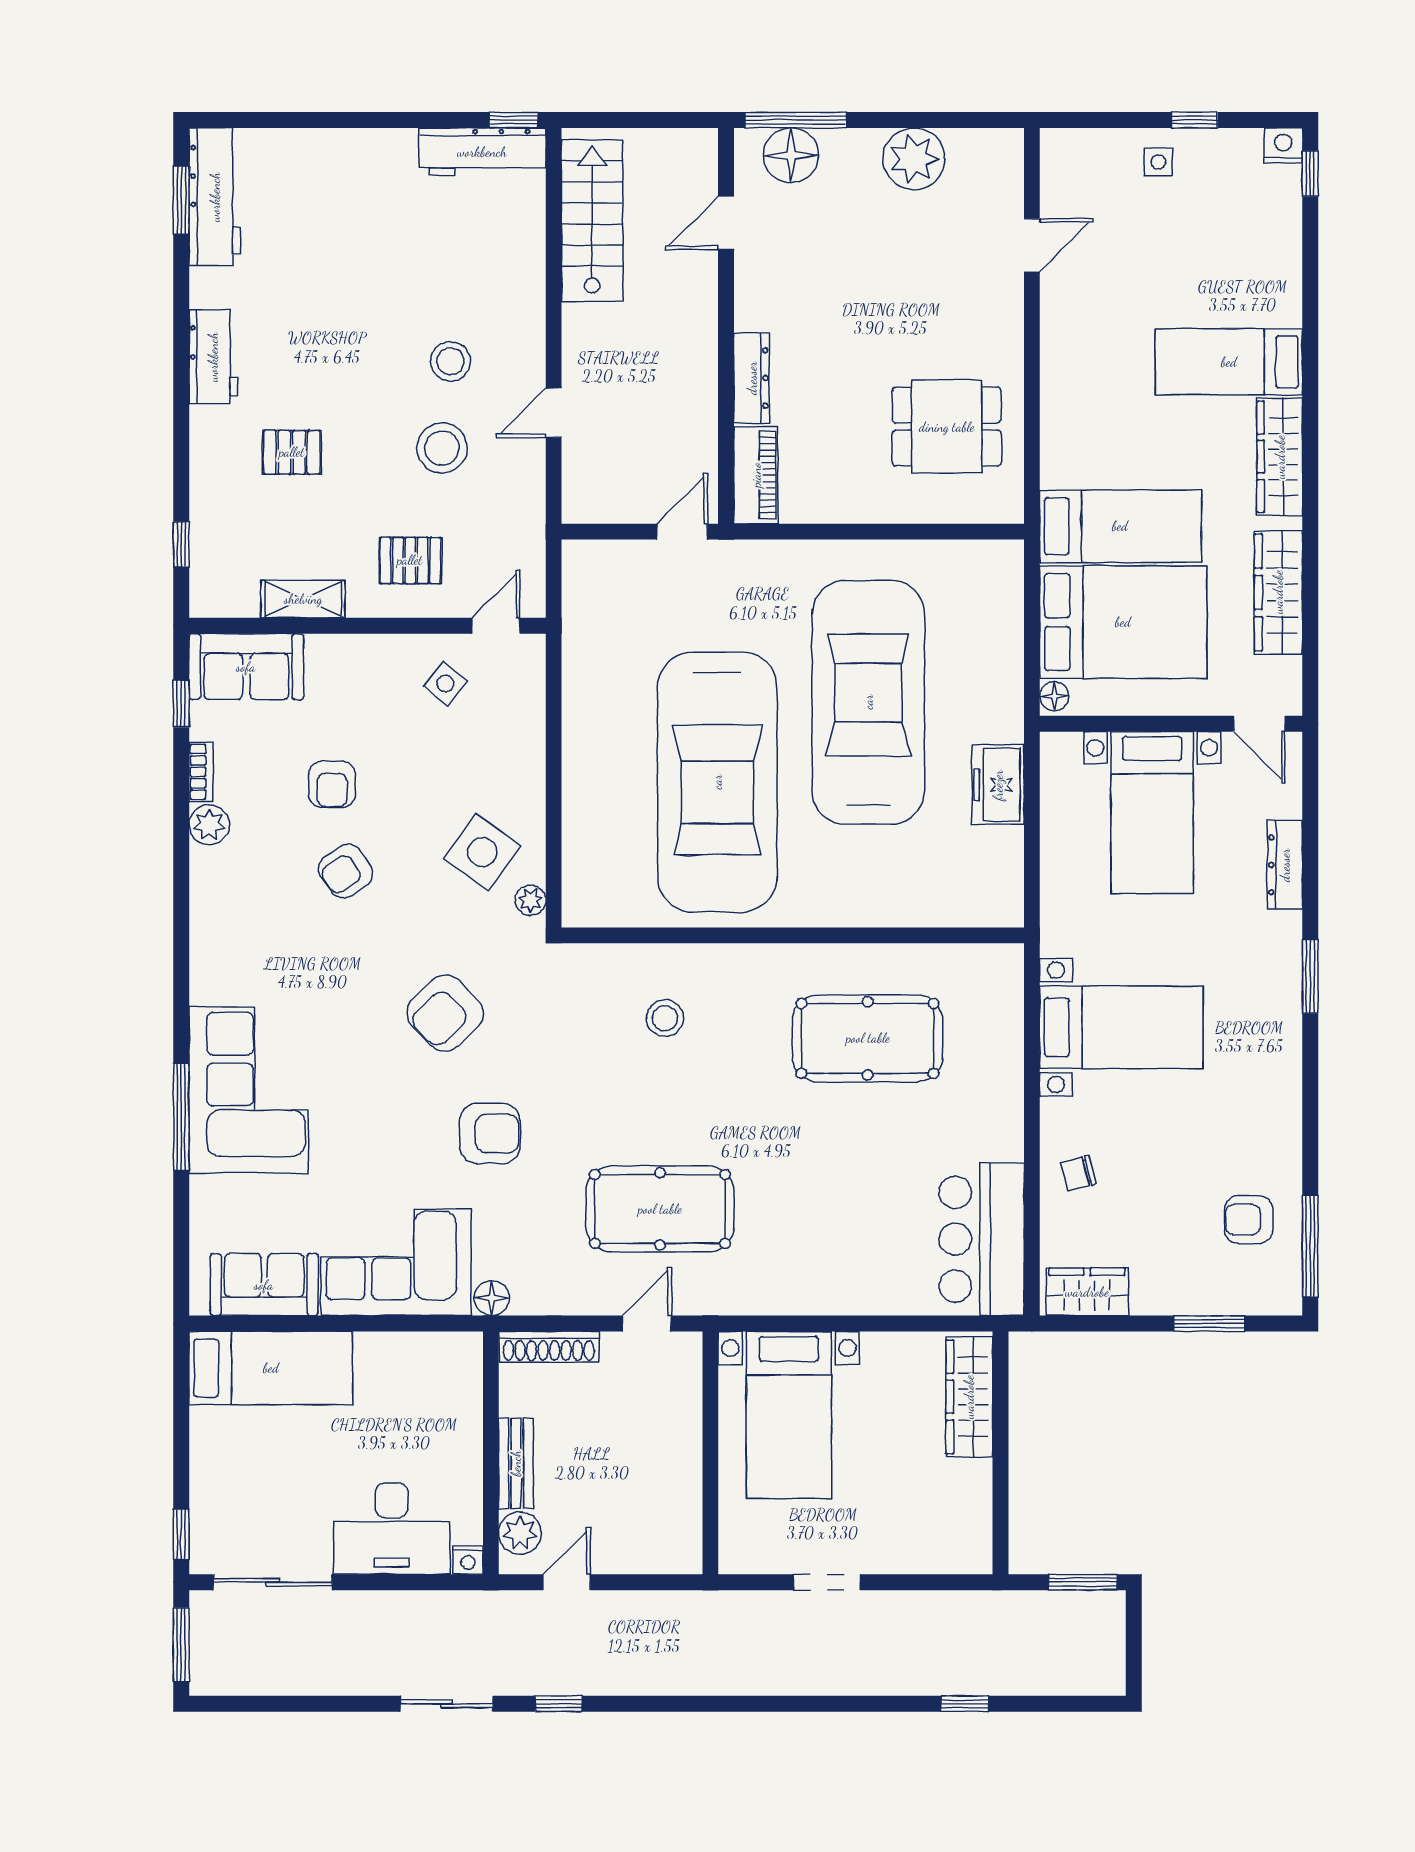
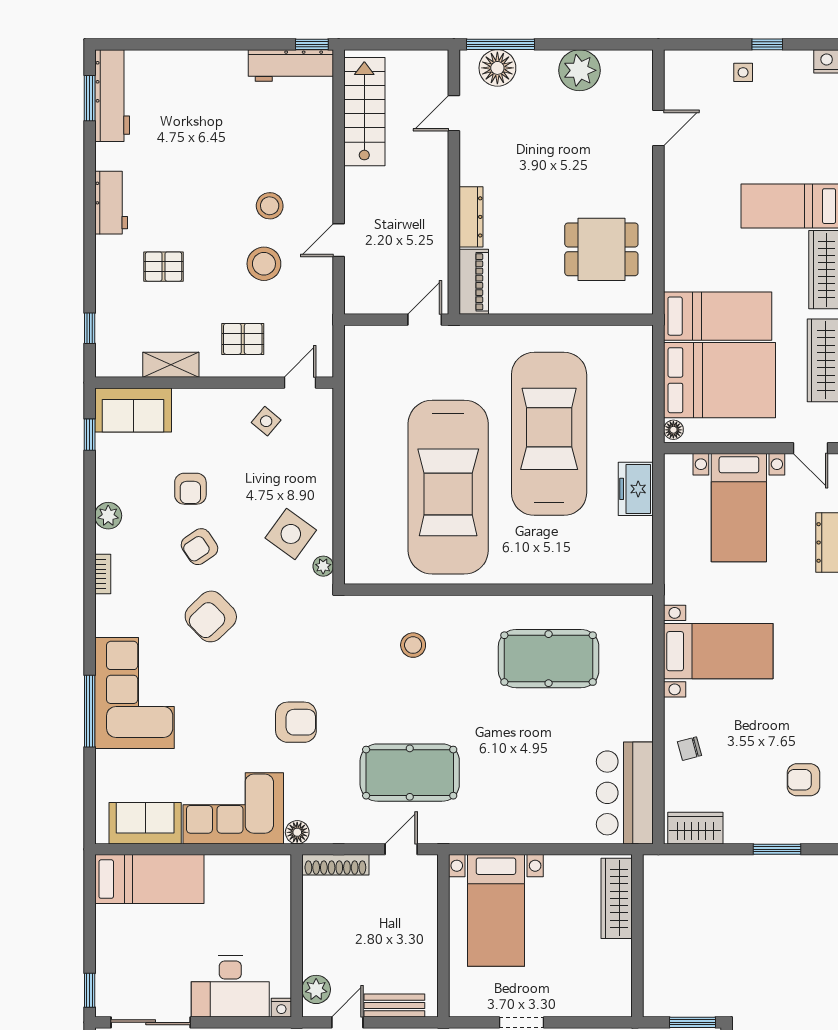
bookcase: (201, 772) -> (103, 574), moved
armchair: (445, 1013) -> (211, 616), moved
bench: (516, 1463) -> (394, 1006), moved, turned 90

